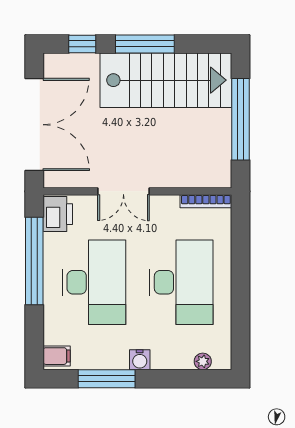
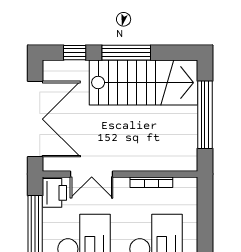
double door: (123, 191) -> (92, 174), moved
bookcase: (206, 201) -> (151, 182), moved

